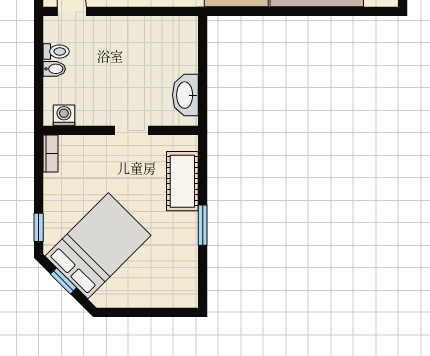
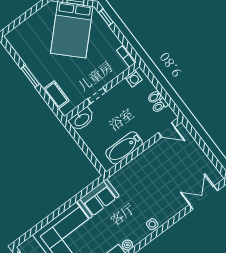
bathtub: (149, 31) -> (124, 148), added
washbasin: (185, 95) -> (82, 120), moved, turned 90
cot: (182, 181) -> (56, 95), width x0.73, depth x0.75

